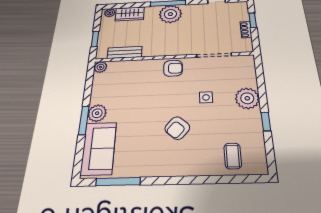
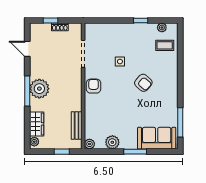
plant: (247, 98) -> (162, 28), moved, width x0.53, depth x0.53
plant: (97, 113) -> (112, 142), moved

